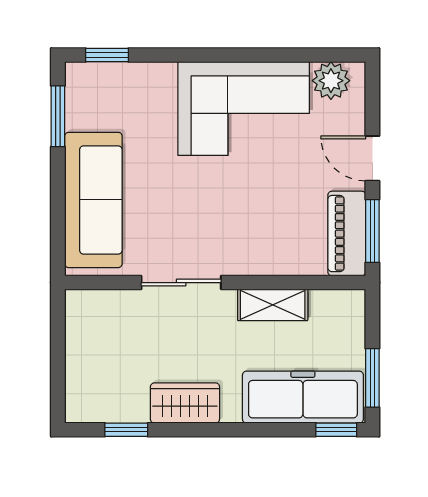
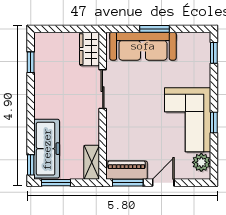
window: (249, 55) -> (214, 123), added
window: (58, 116) -> (155, 29), moved
shelving: (273, 305) -> (92, 162), moved
wardrobe: (185, 403) -> (90, 49), moved, turned 180

